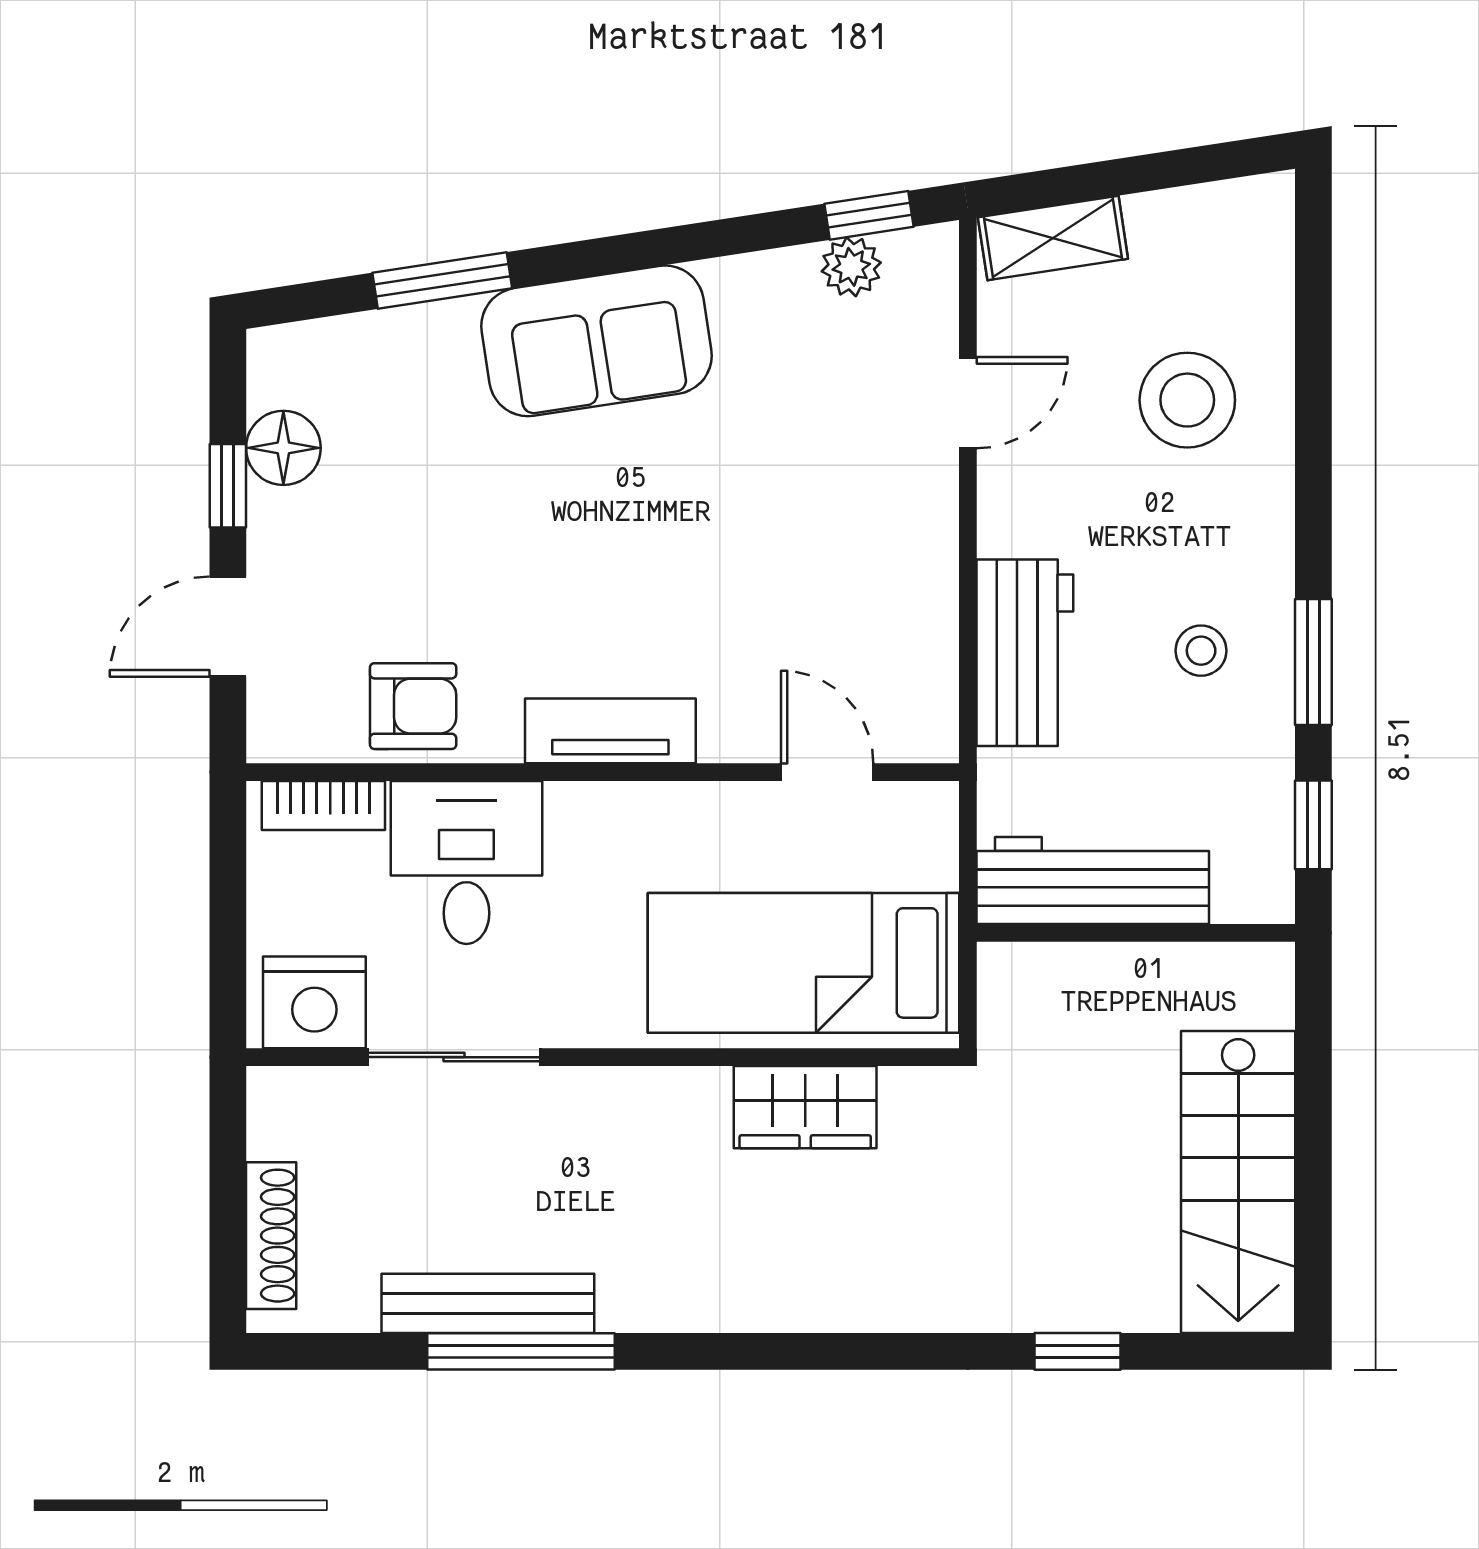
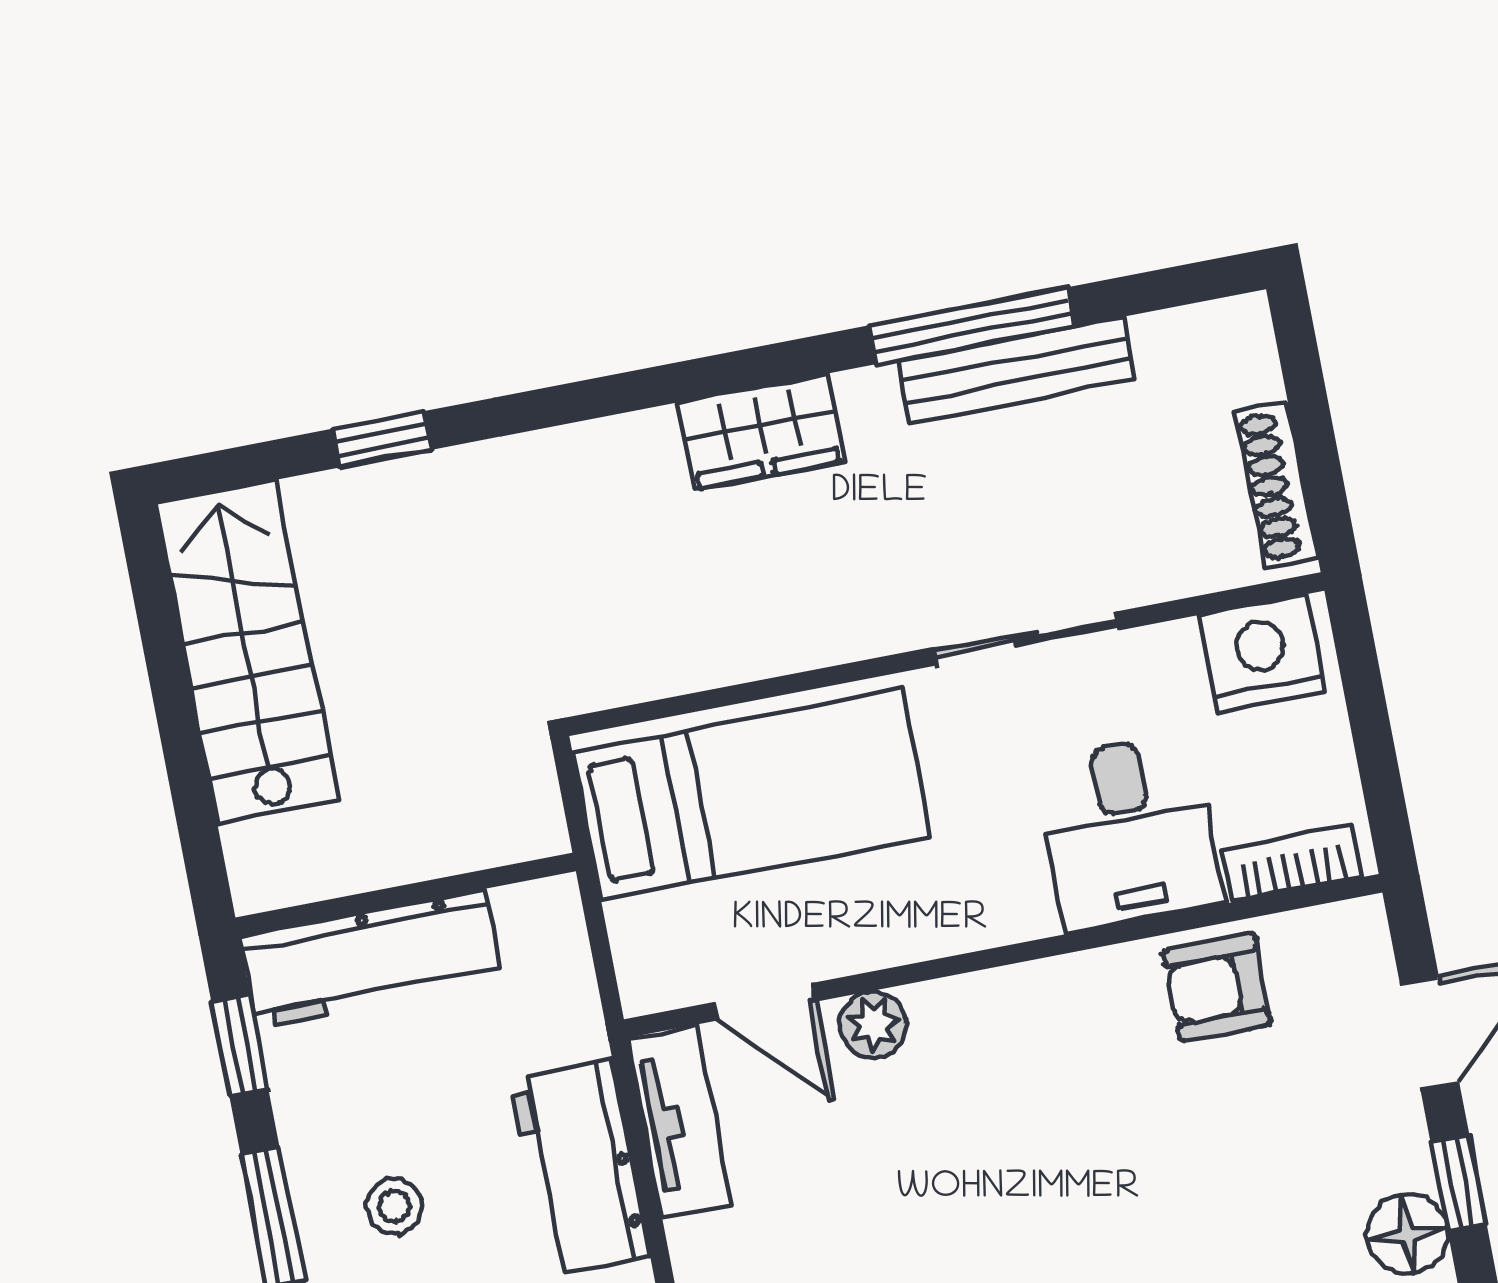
tv unit: (610, 731) -> (679, 1122), moved, turned -90
plant: (733, 732) -> (873, 1025), added
workbench: (1093, 880) -> (371, 959), moved
sliding door: (454, 1057) -> (1026, 639), moved
wardrobe: (805, 1107) -> (761, 432), moved, turned 180
shoe rack: (271, 1236) -> (1277, 485), moved

